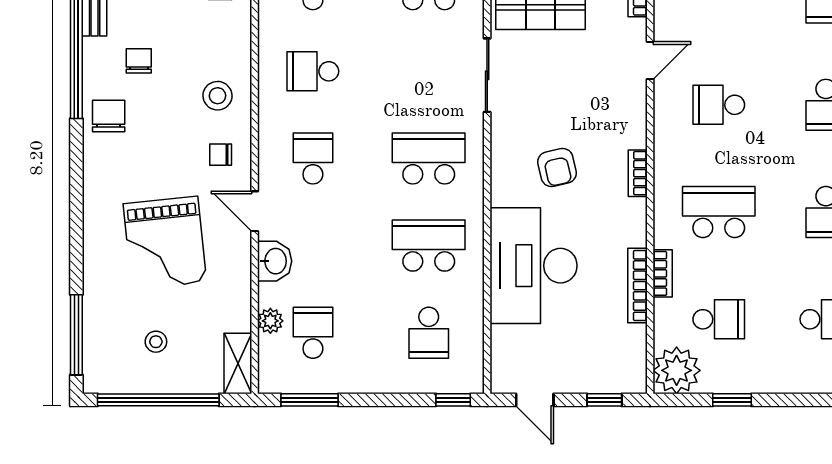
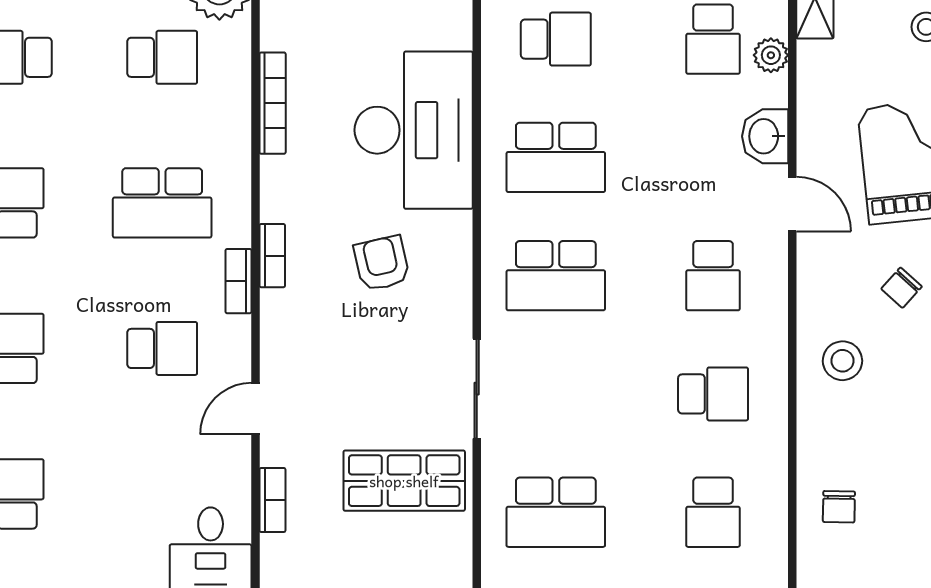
chair: (221, 155) -> (902, 288), moved, turned 132
bookcase: (663, 273) -> (238, 281), moved
school desk: (719, 319) -> (162, 57), turned 180
school desk: (429, 333) -> (556, 39), turned 90

